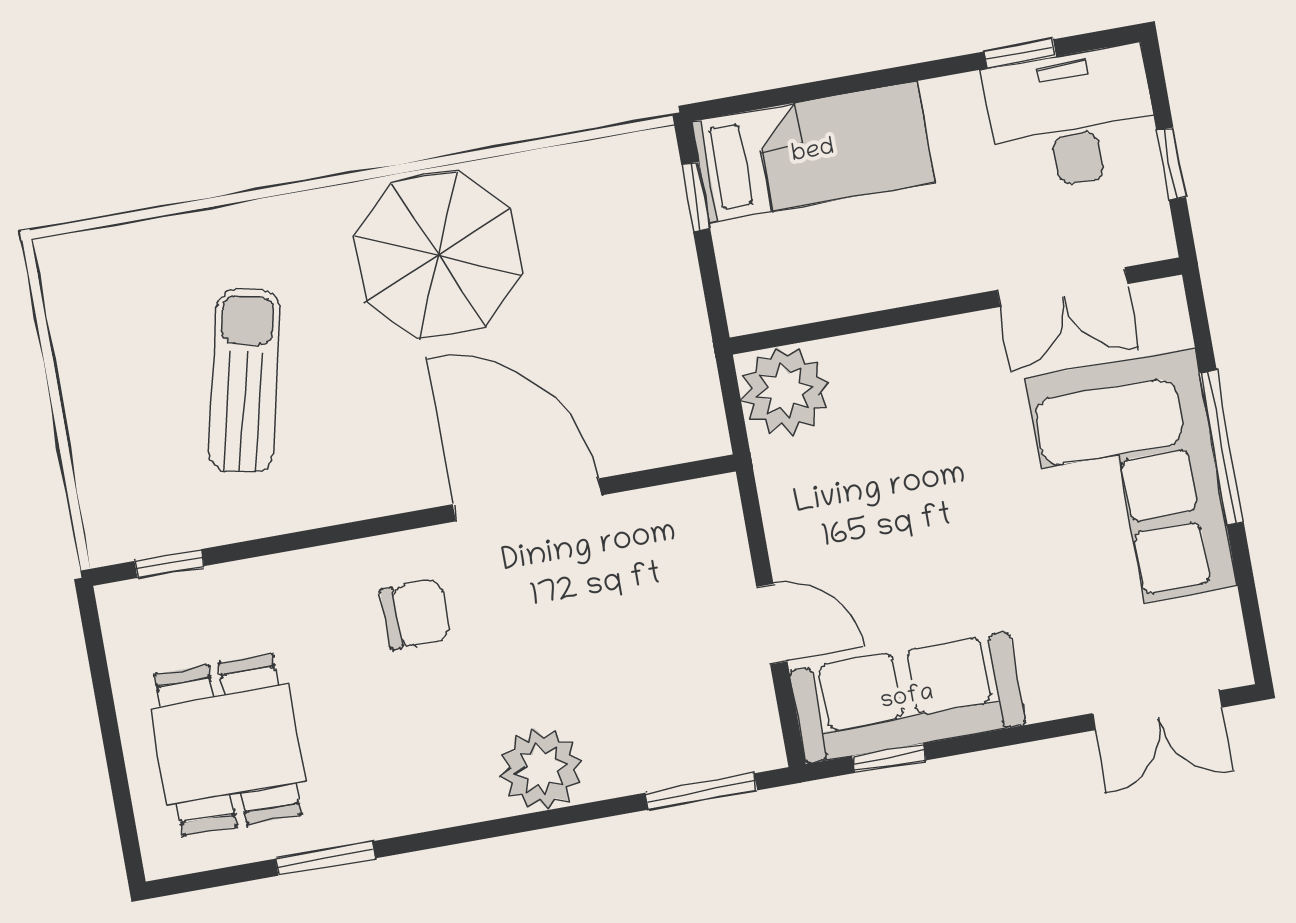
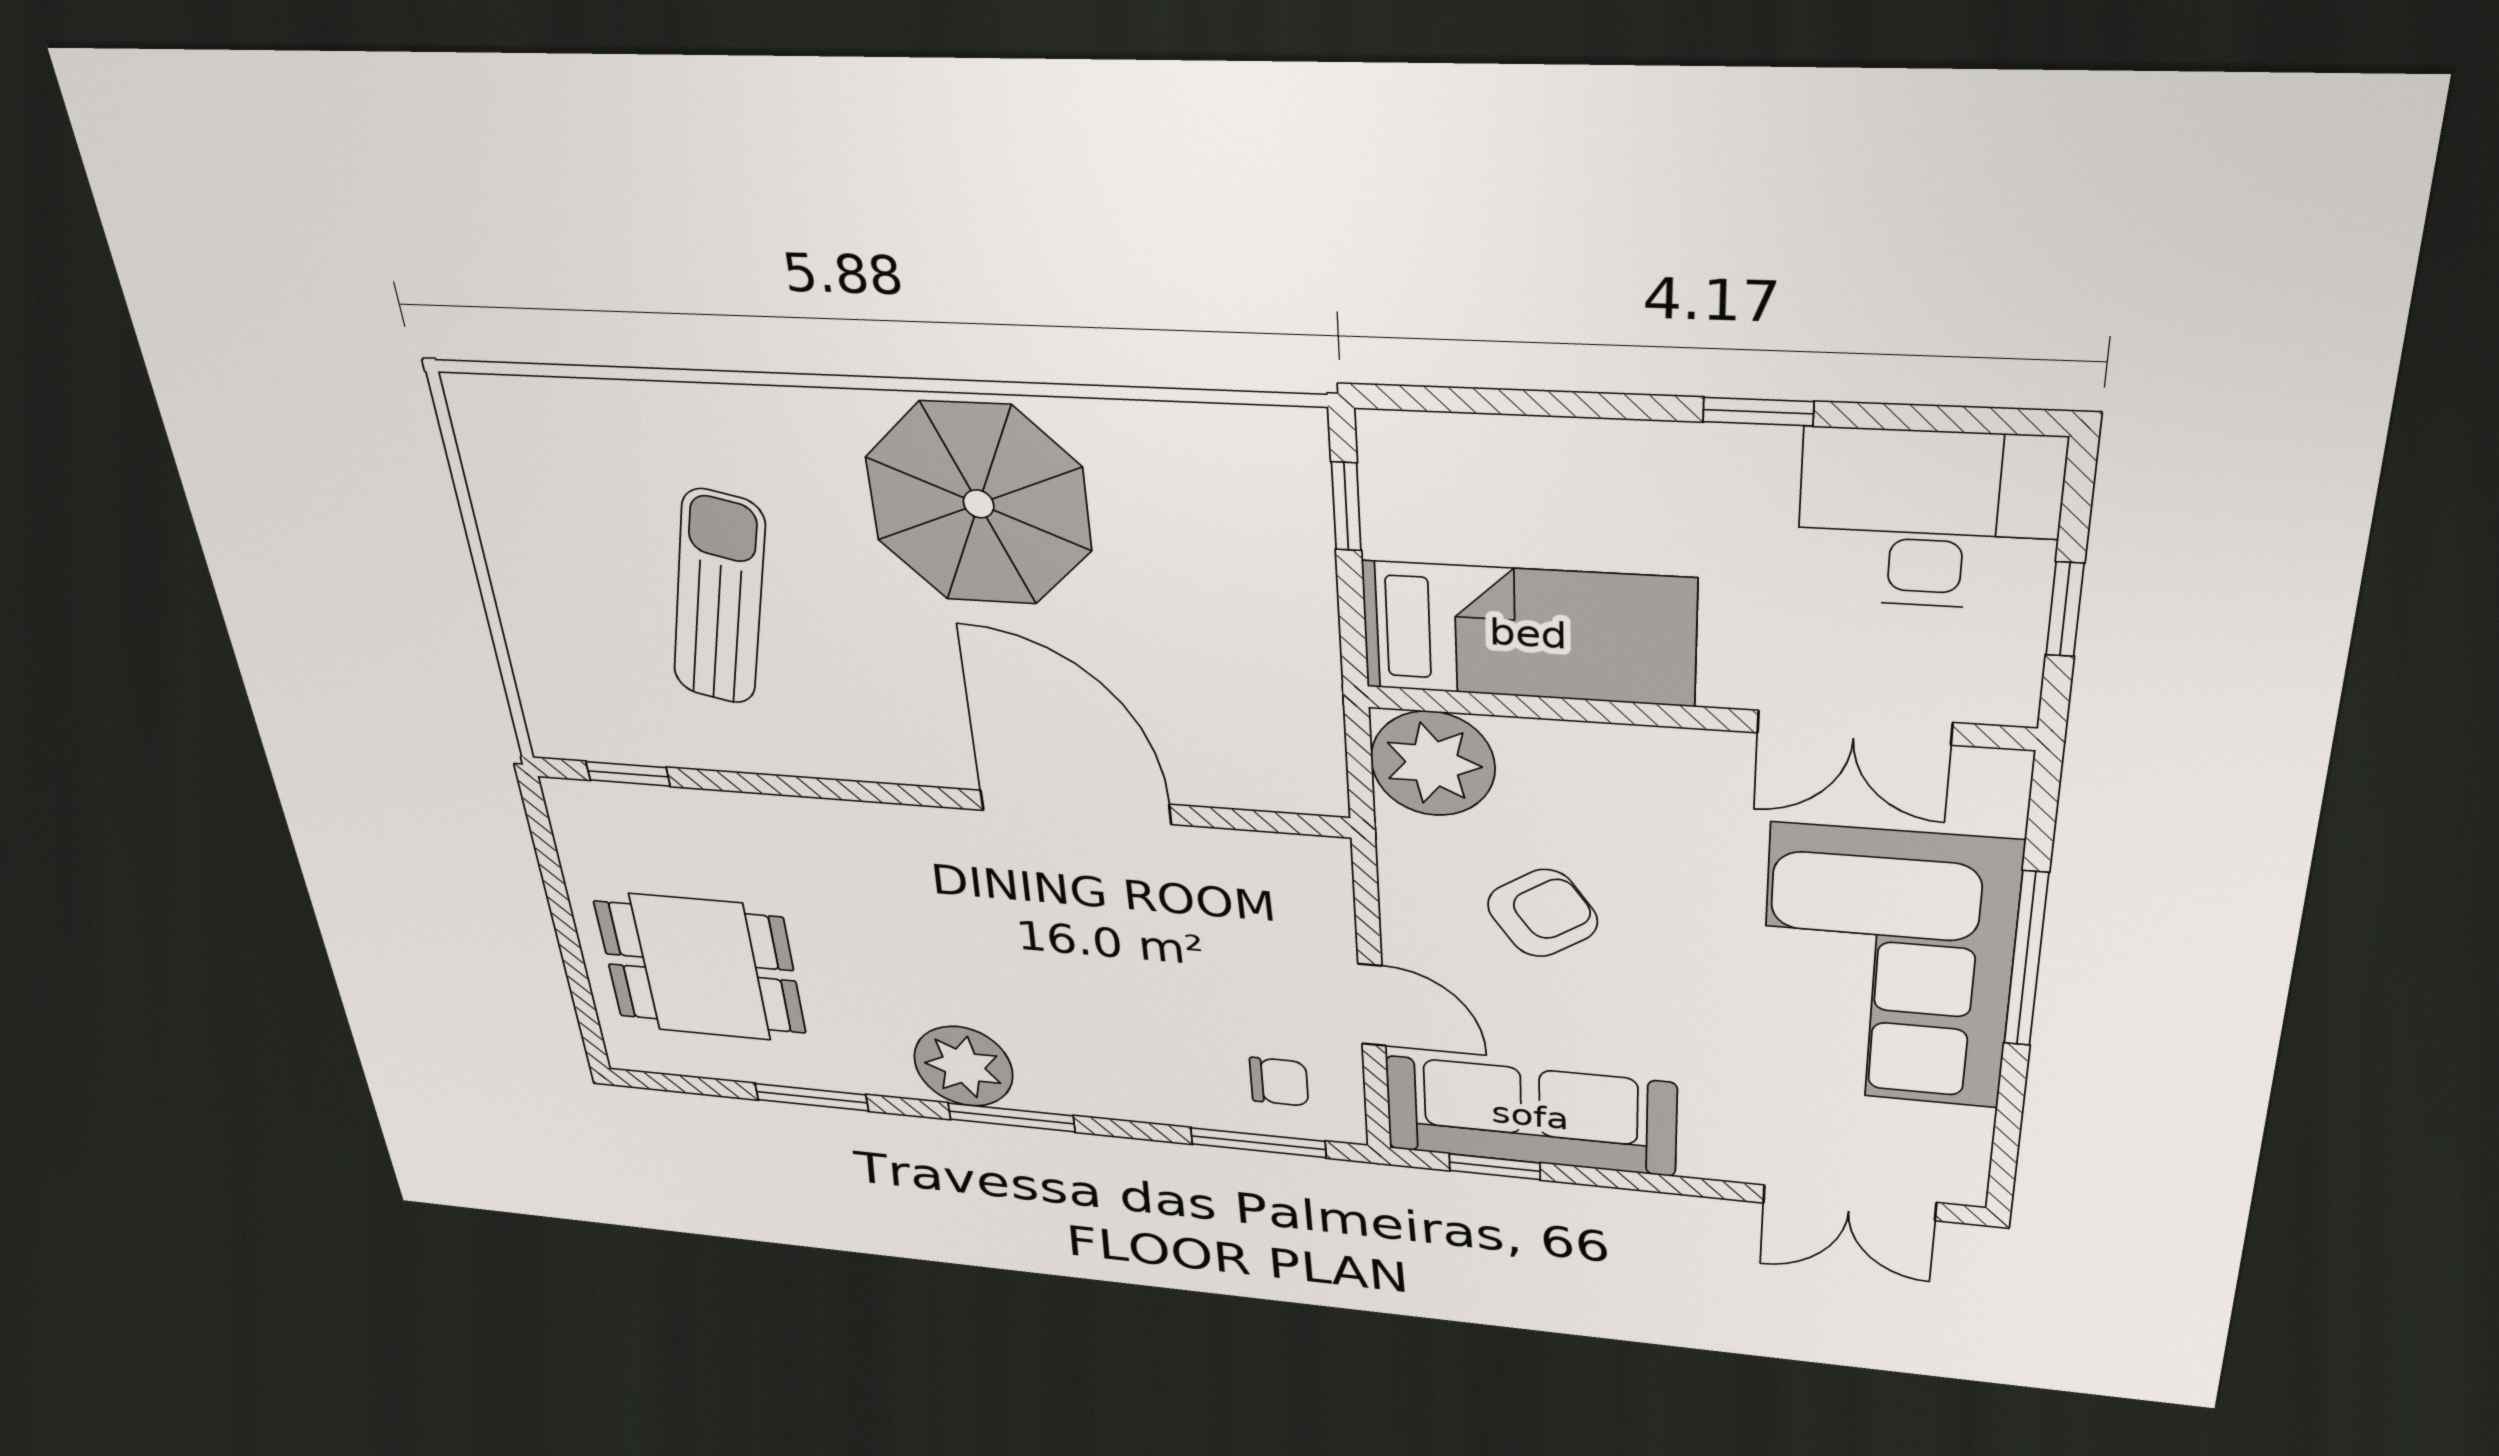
window: (1020, 54) -> (1758, 412), moved
bed: (813, 152) -> (1528, 634), moved
armchair: (883, 501) -> (1542, 913), added
chair: (416, 614) -> (1279, 1082), moved, width x0.73, depth x0.73
dining table: (228, 745) -> (700, 967), turned 90
plant: (541, 769) -> (963, 1066), moved
window: (497, 828) -> (1011, 1118), added

